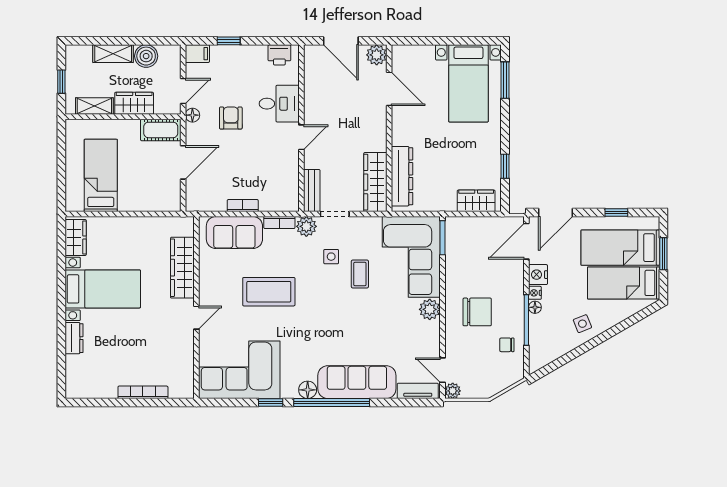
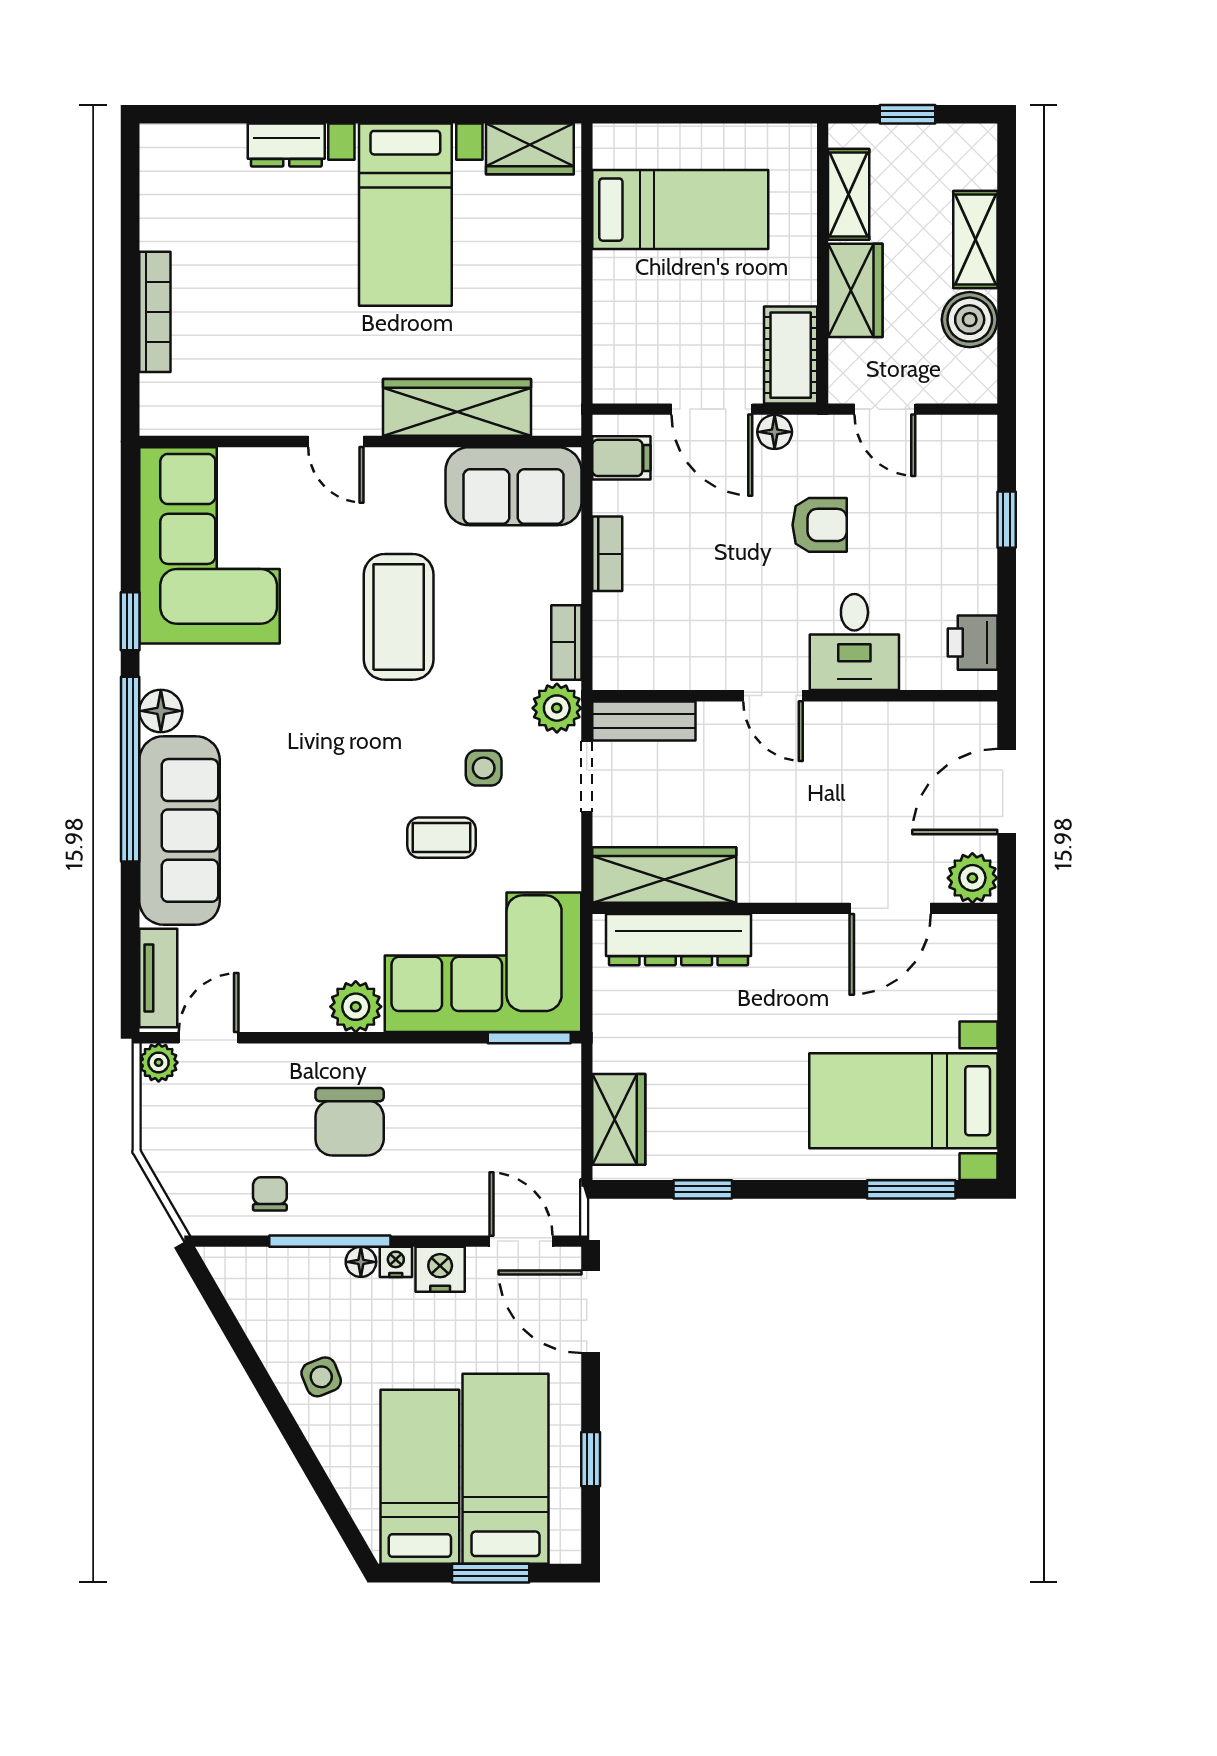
filing cabinet: (197, 54) -> (621, 458), moved, turned -90
floor lamp: (192, 115) -> (775, 432), moved
sofa: (234, 233) -> (513, 486), moved, turned -90
door: (526, 241) -> (521, 1241), width x0.73

